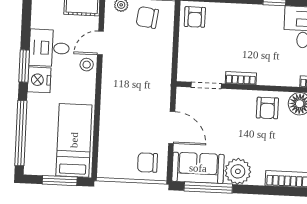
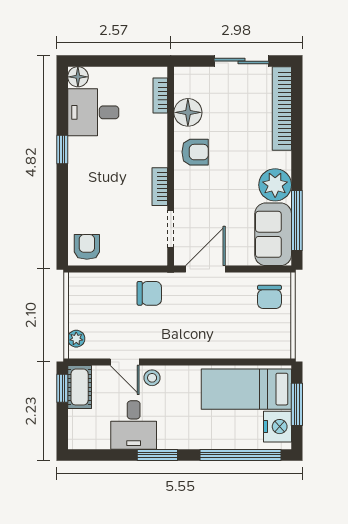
chair: (147, 17) -> (149, 293), moved, turned -98
armchair: (195, 17) -> (87, 247), turned -90
nightstand: (39, 80) -> (277, 427), moved, turned -90
door: (172, 127) -> (205, 269), moved

